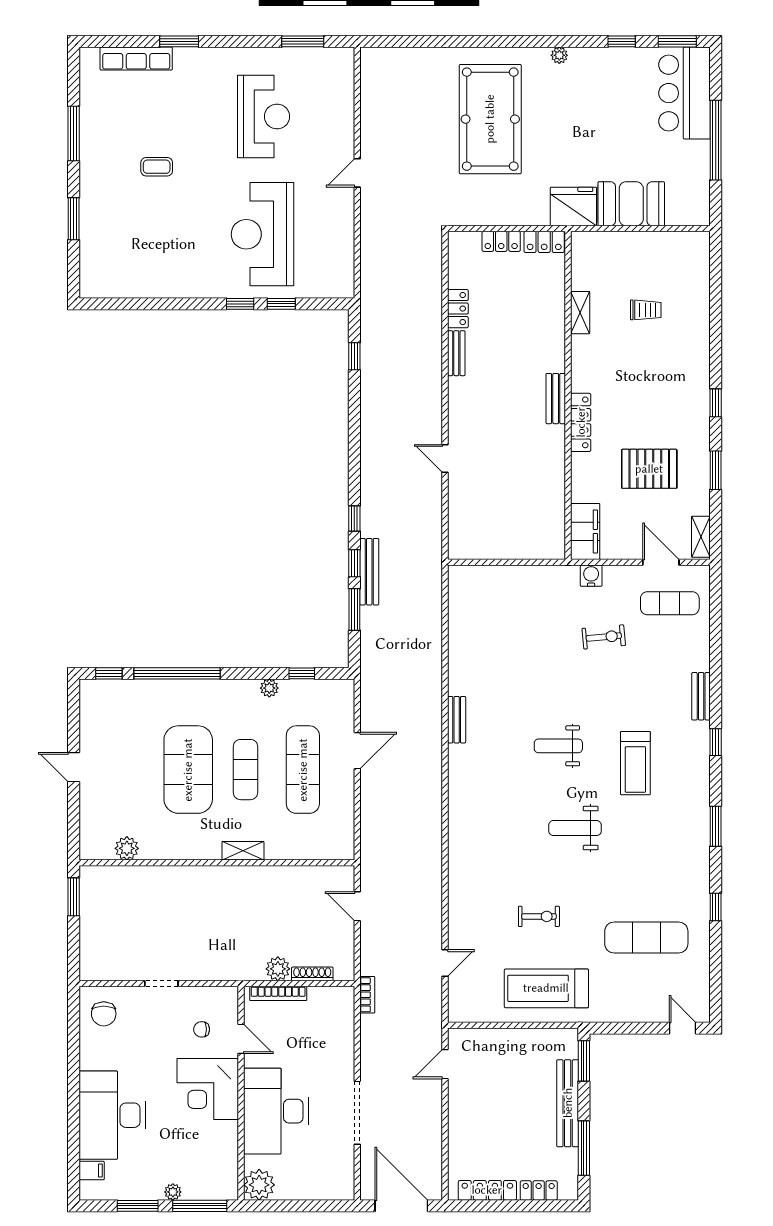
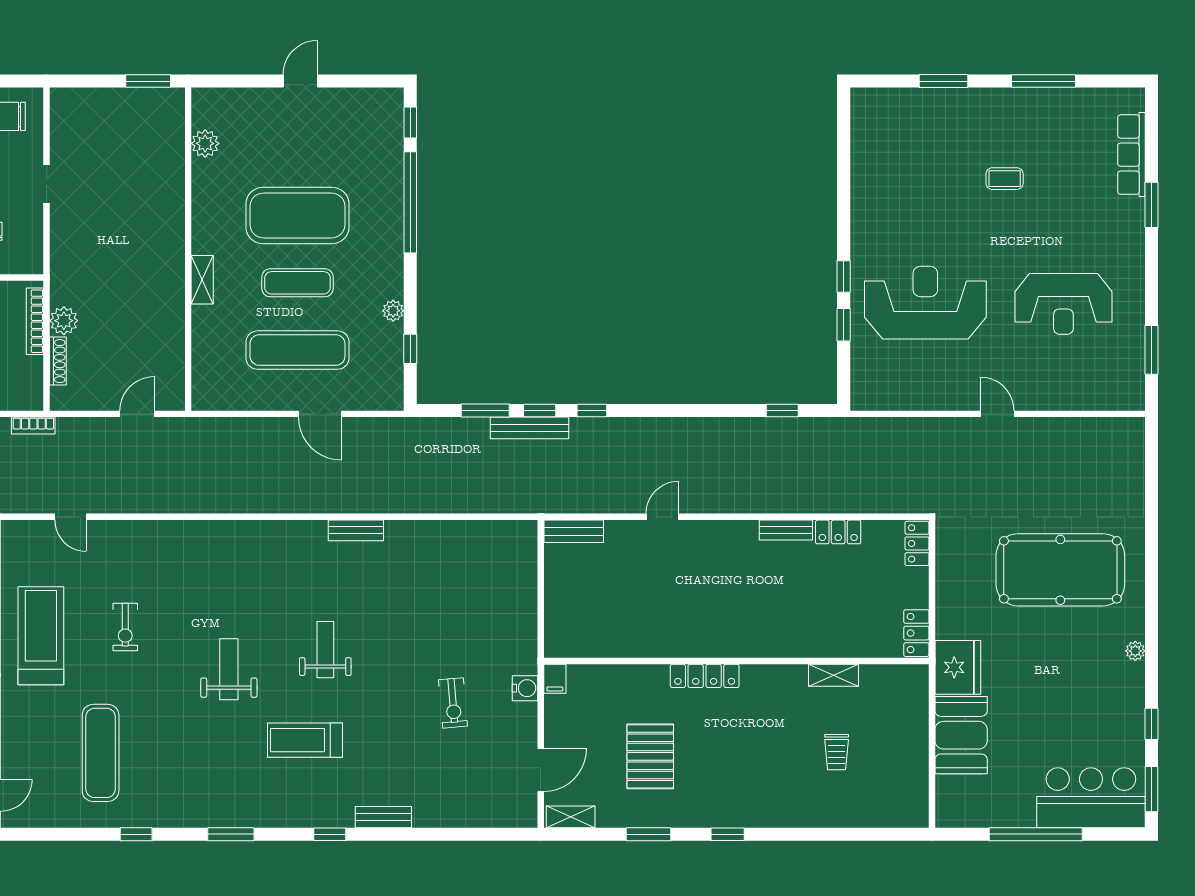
coffee table: (157, 167) -> (1005, 179), turned 90
locker: (501, 241) -> (917, 543), moved
bench: (556, 399) -> (574, 531), moved
filing cabinet: (585, 531) -> (555, 679), width x0.33, depth x0.86
exercise mat: (670, 603) -> (493, 780), removed

